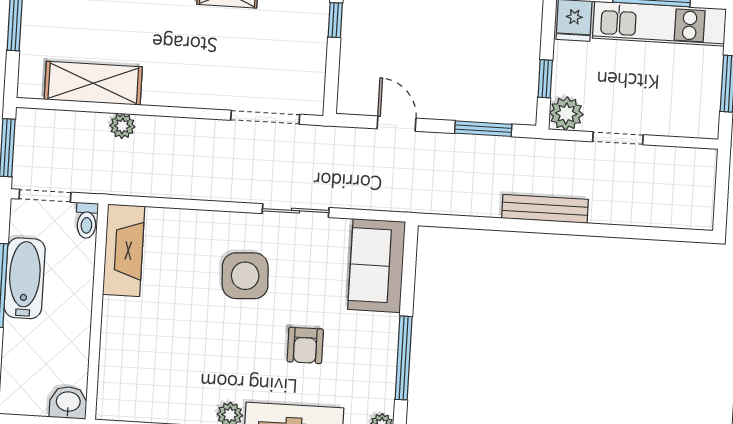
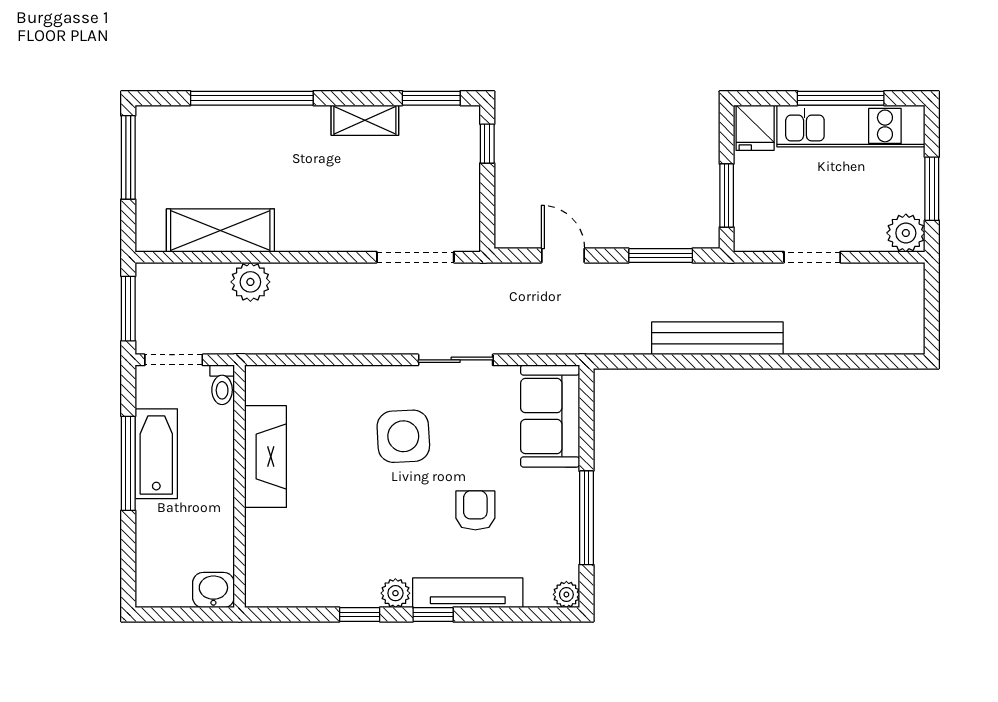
window: (545, 79) -> (727, 195), width x1.50
plant: (566, 114) -> (906, 233), moved
plant: (122, 126) -> (250, 282), width x1.38, depth x1.38
bench: (545, 209) -> (717, 338), width x1.37, depth x1.21
fireplace: (124, 250) -> (265, 457), moved
armchair: (305, 345) -> (475, 510), turned 180

